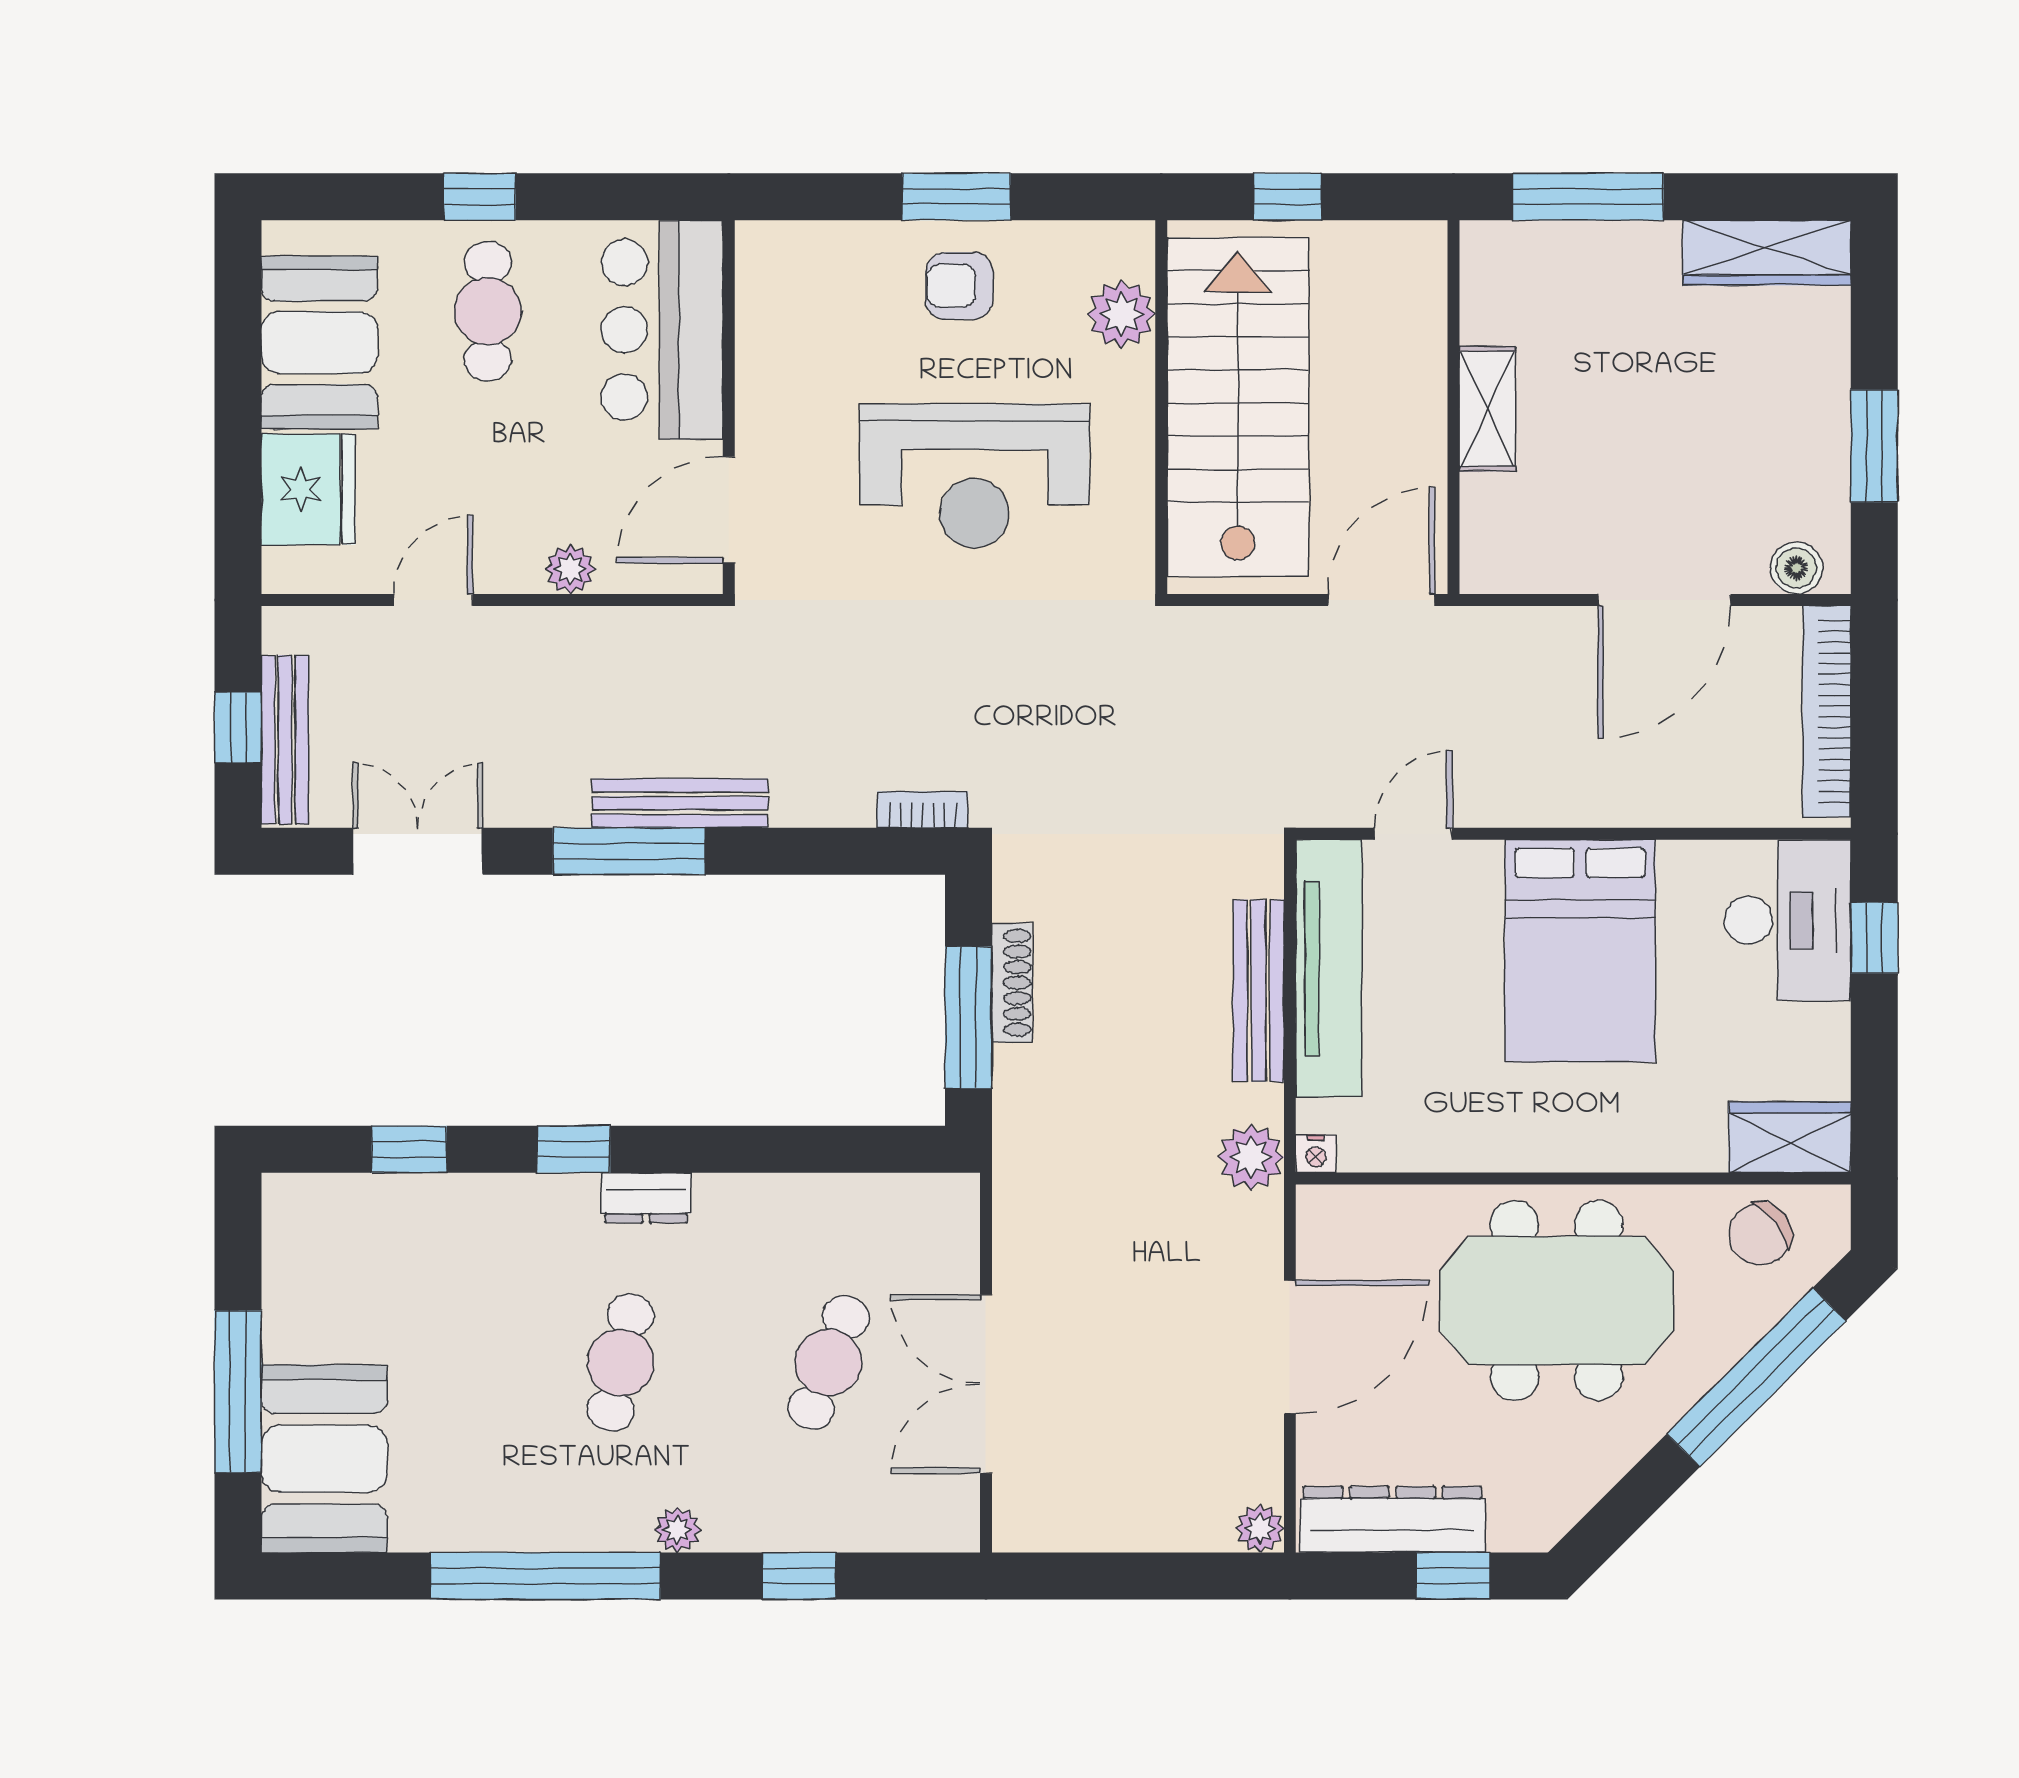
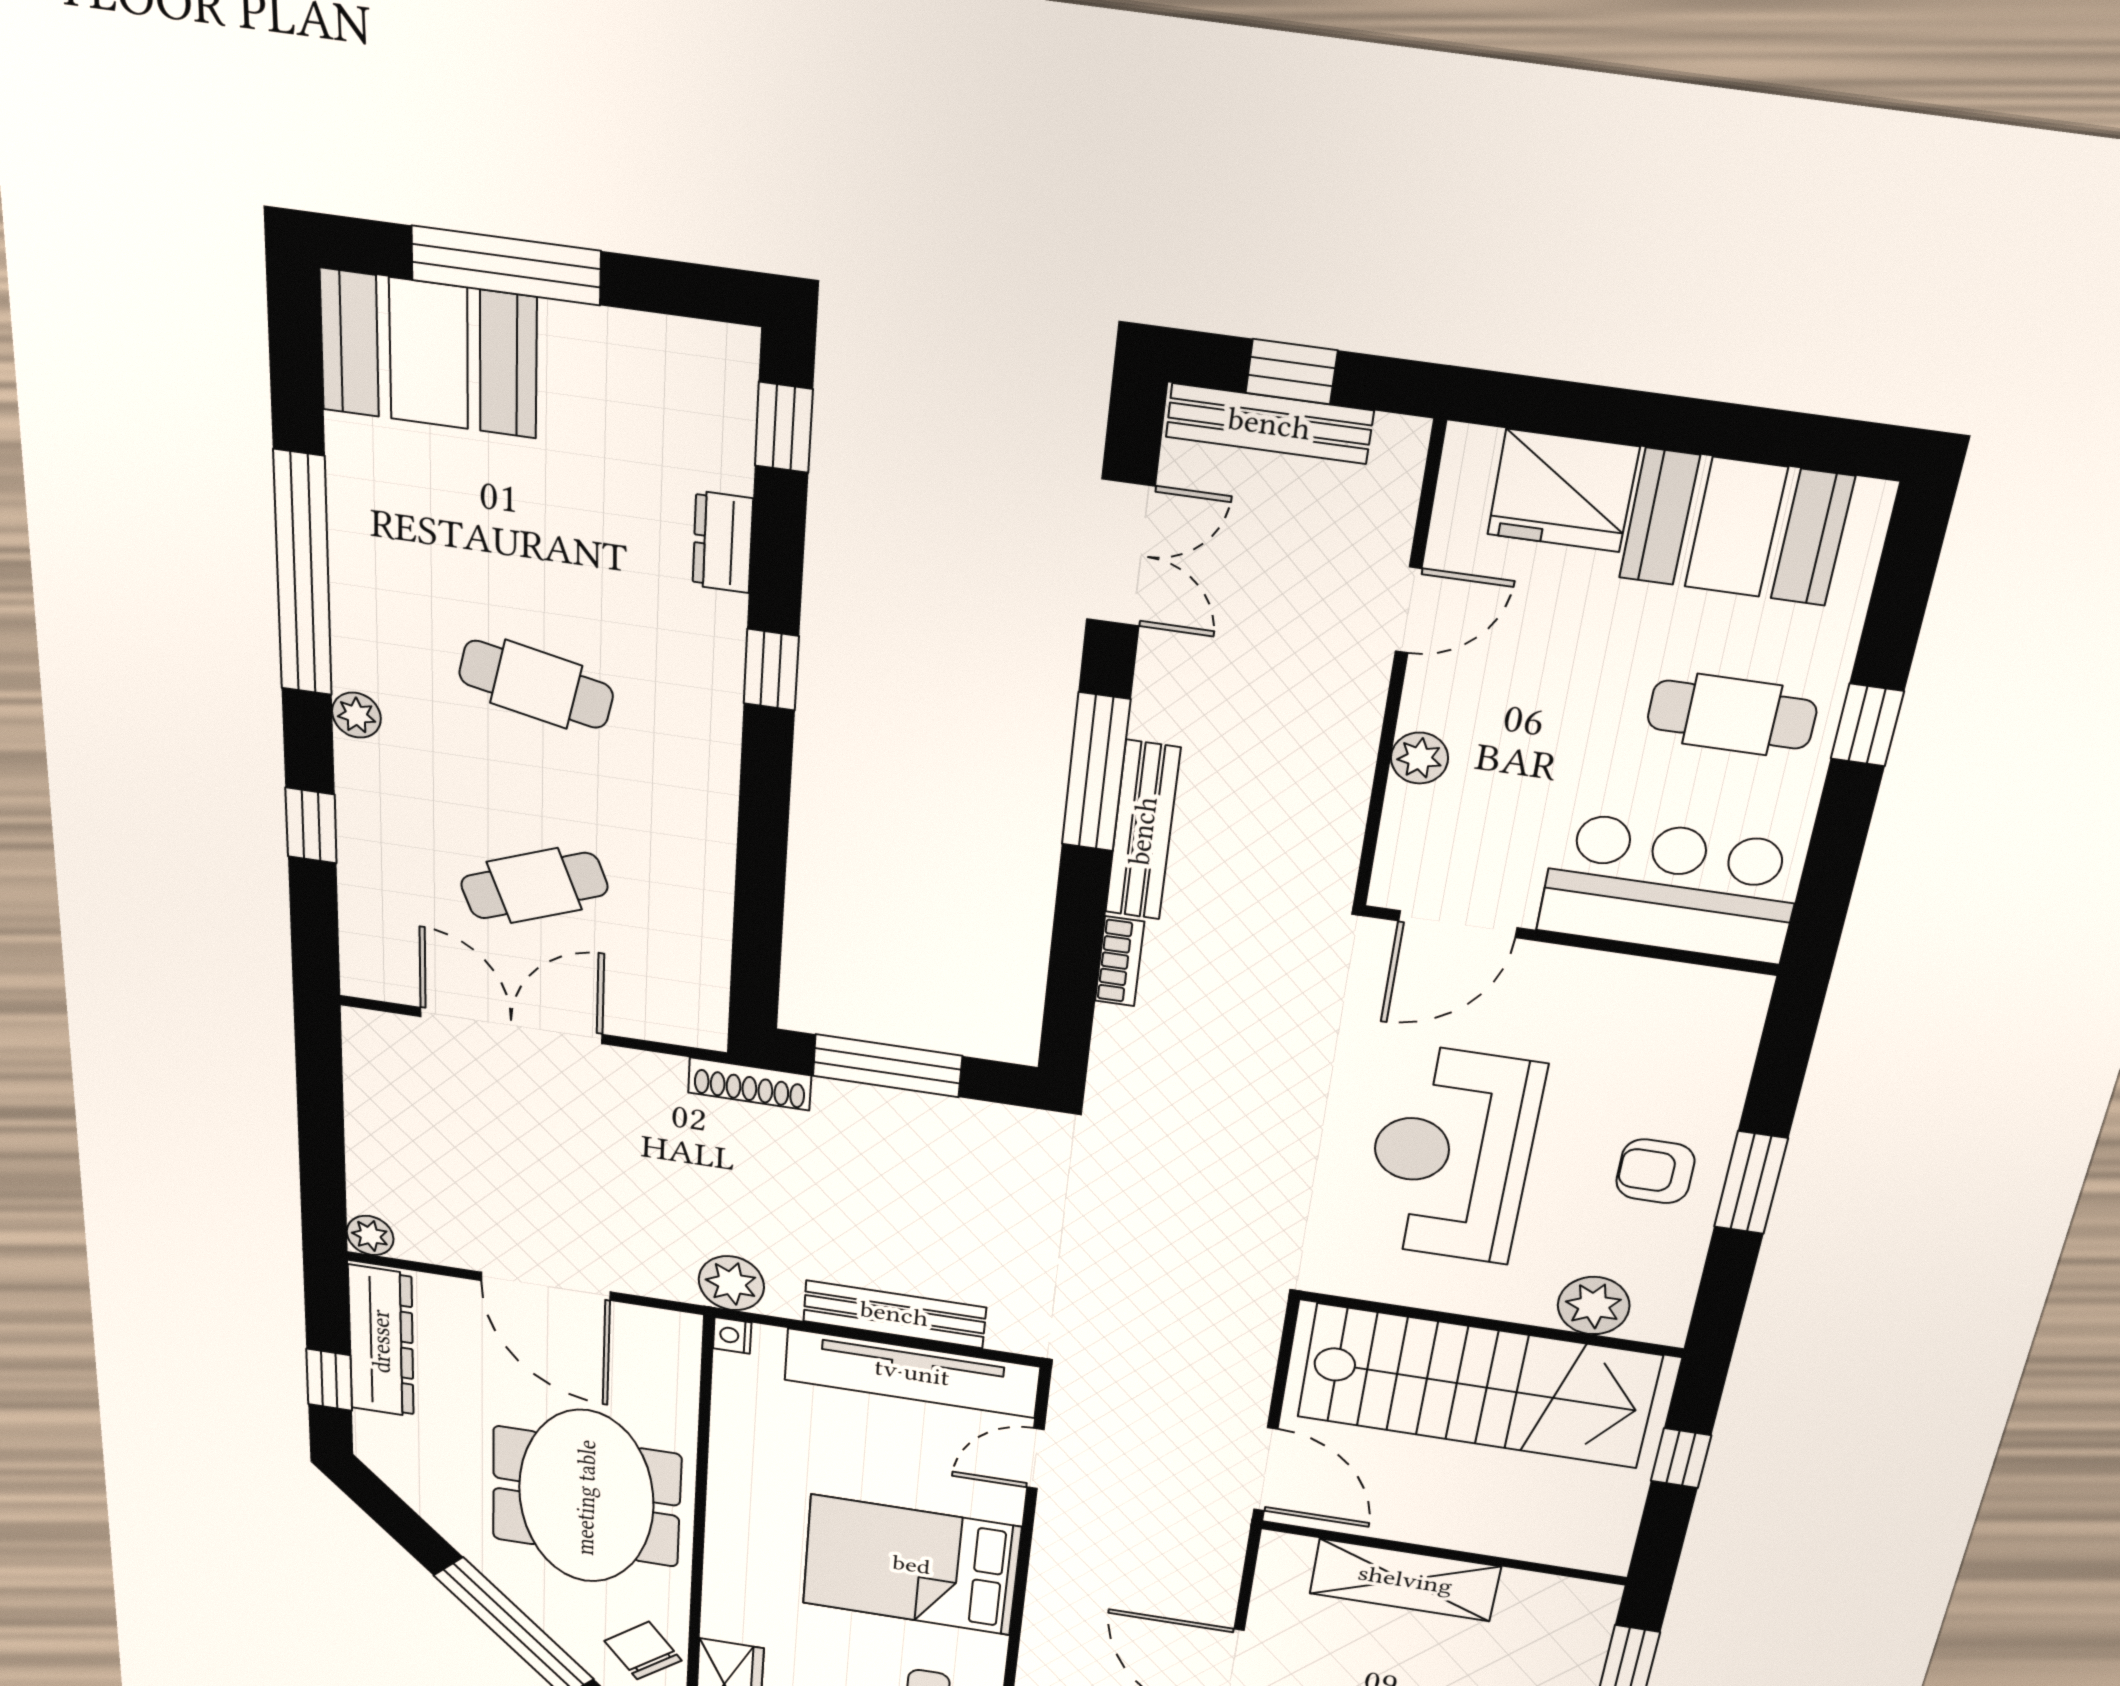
armchair: (959, 286) -> (1655, 1171), turned -90
shelving: (1487, 409) -> (1405, 1580), width x1.50, depth x1.33
door: (729, 510) -> (1458, 924), swing flipped
door: (433, 600) -> (1409, 610), hinge flipped
bookcase: (923, 810) -> (1120, 961), moved
door: (1413, 834) -> (1035, 1459), swing flipped
shoe rack: (1012, 983) -> (750, 1084), moved
window: (409, 1149) -> (784, 428), moved
dresser: (646, 1198) -> (723, 542), moved
cafe table: (828, 1363) -> (534, 886), turned -42

